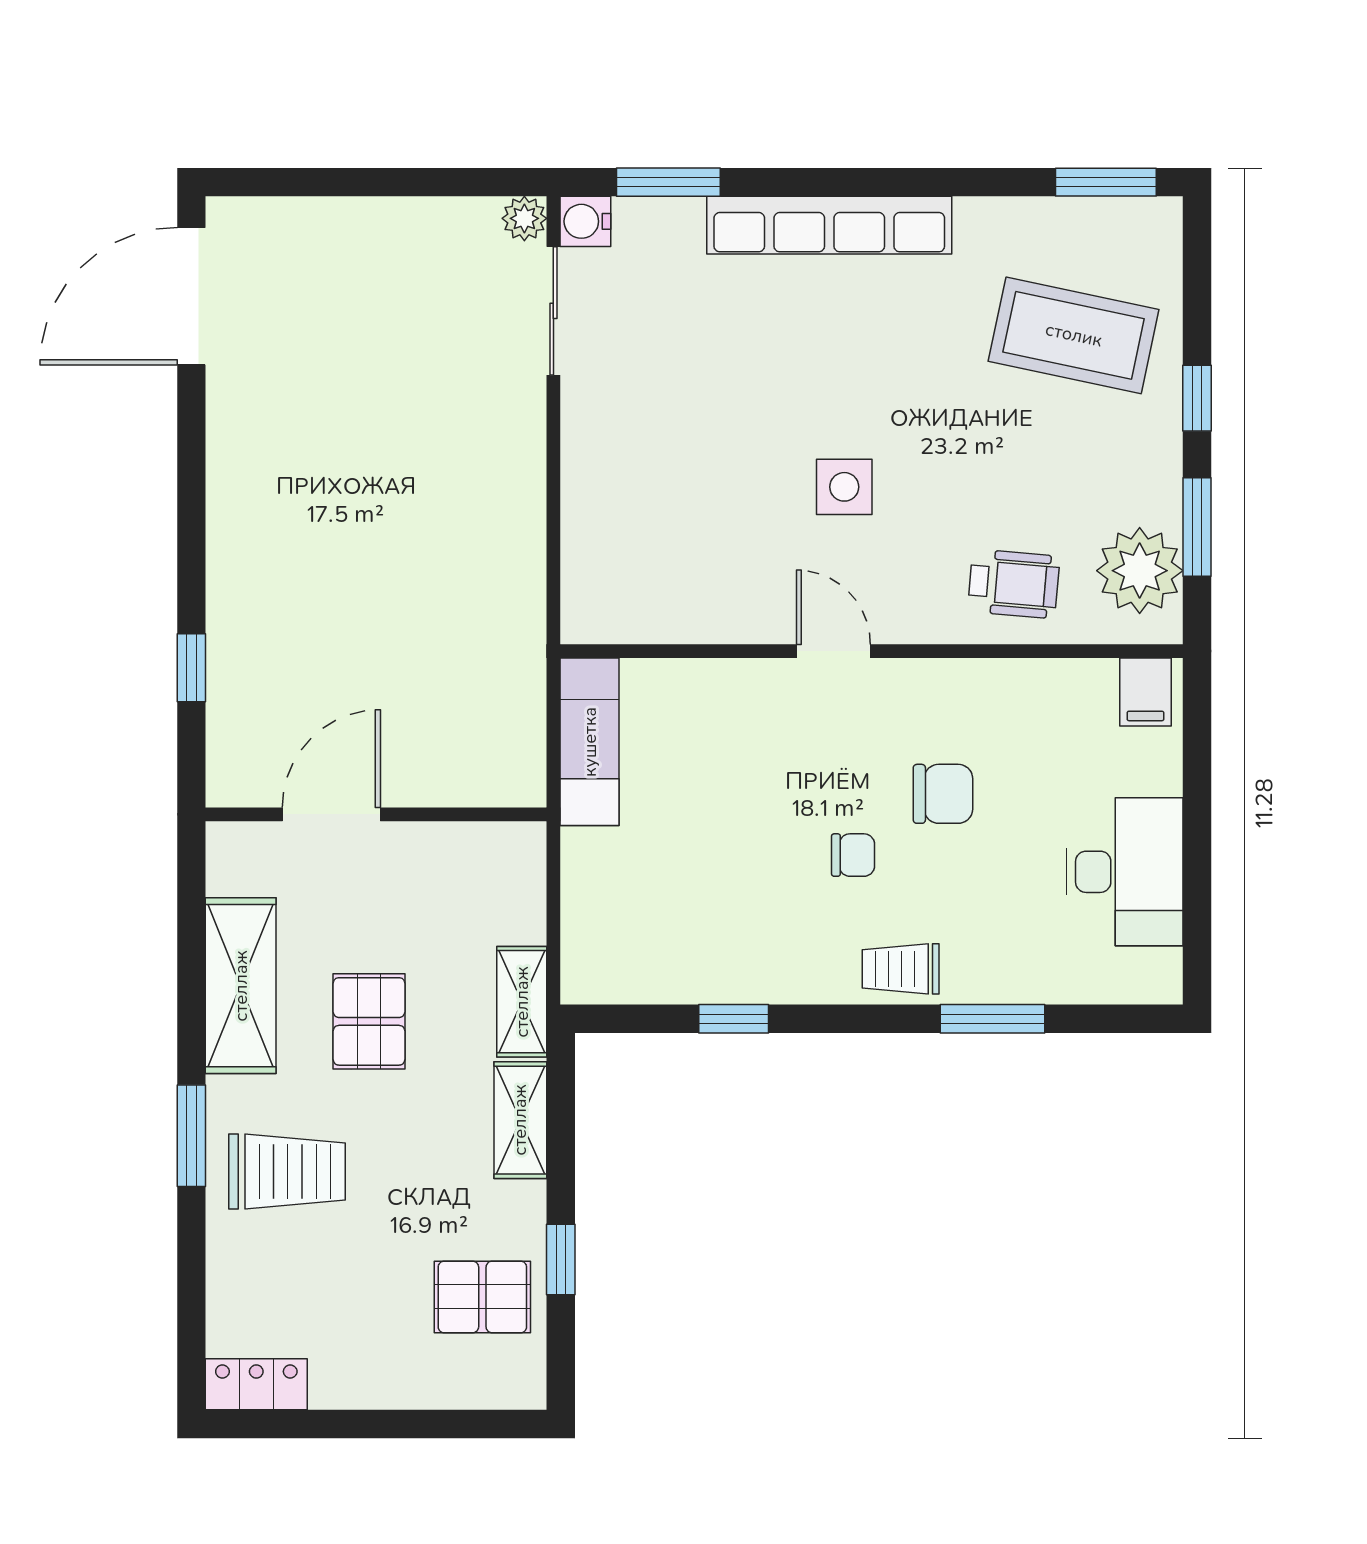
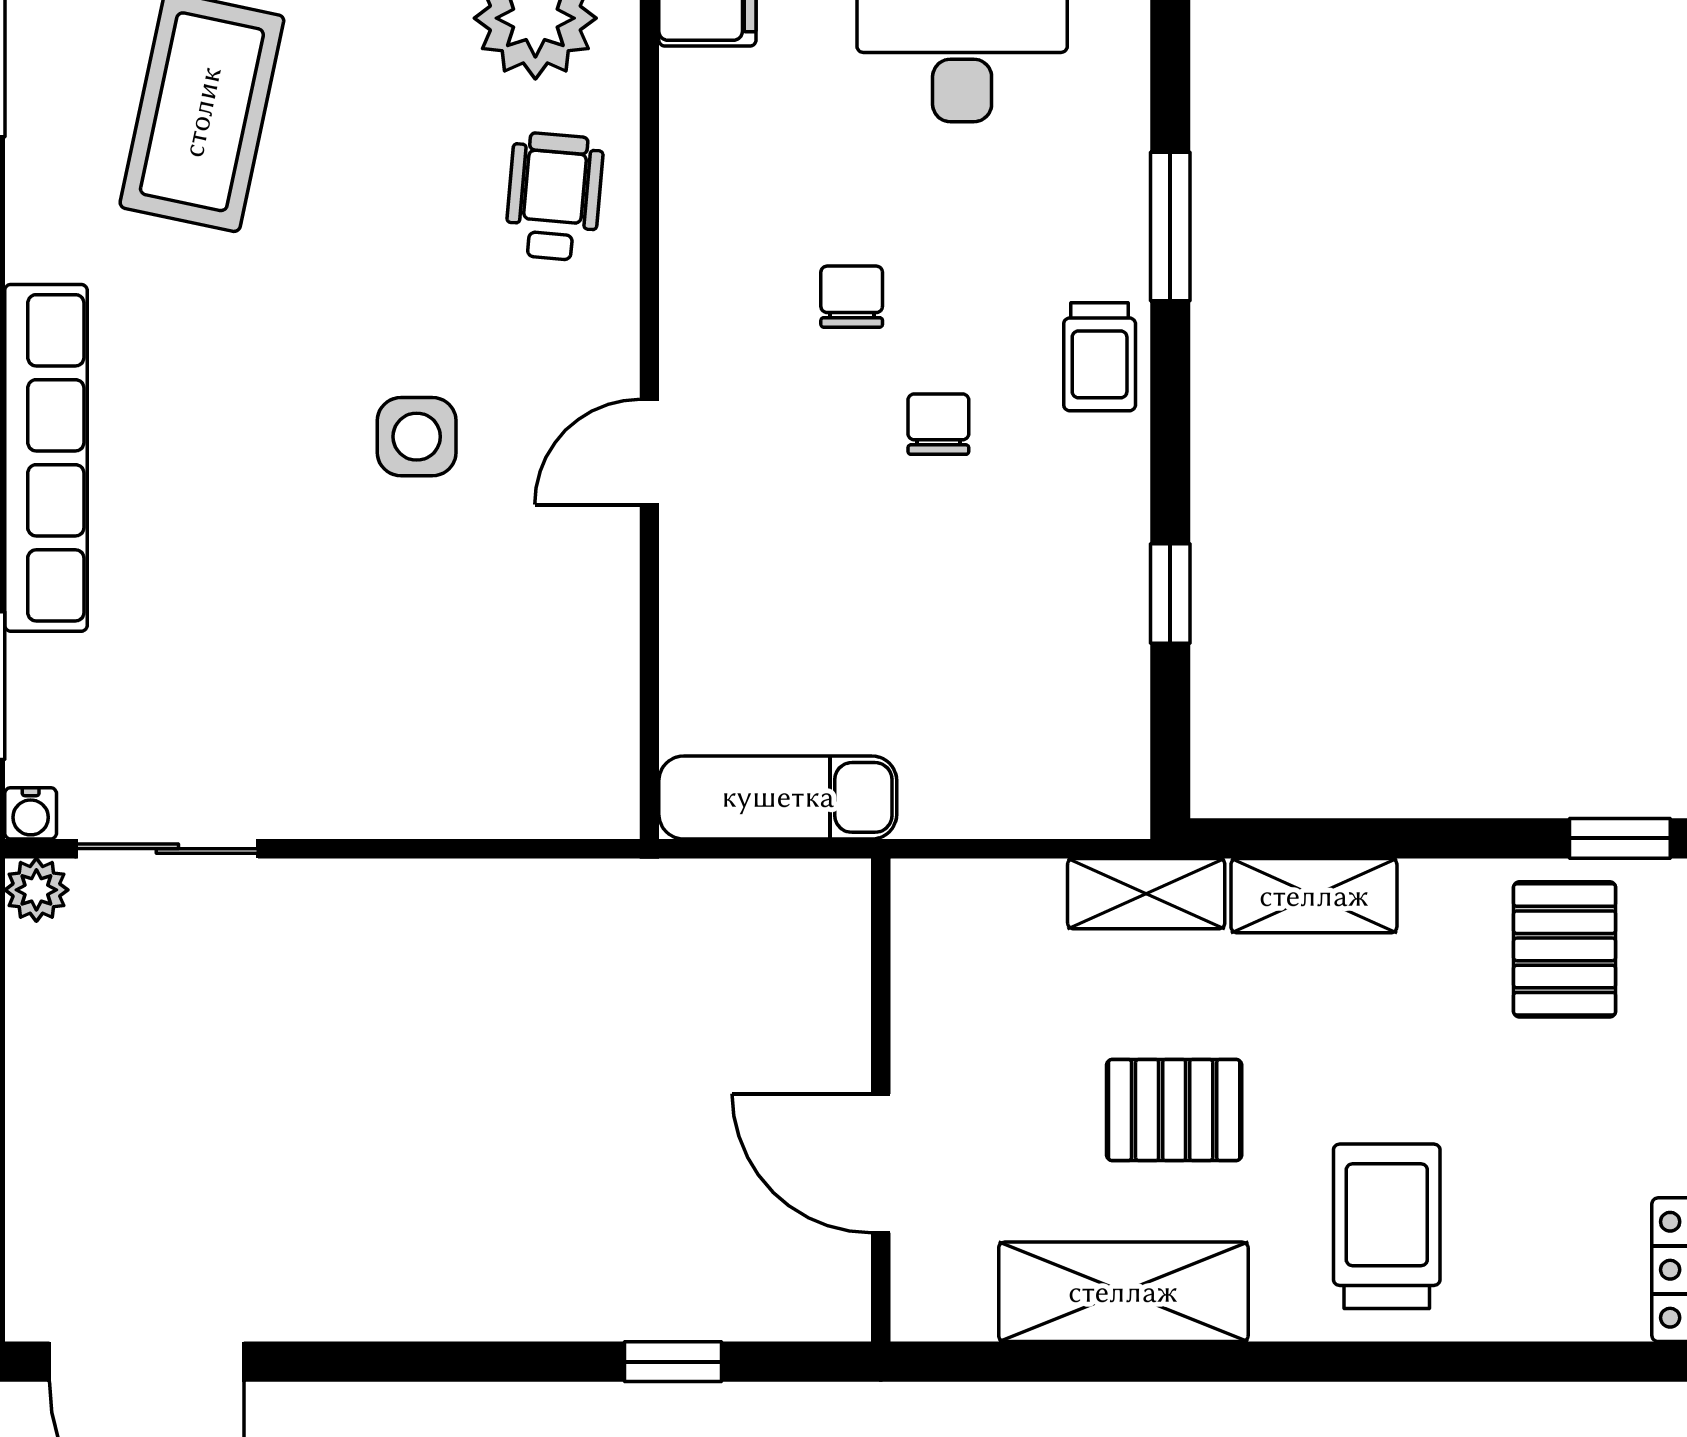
water cooler: (585, 221) -> (31, 813), width x0.72, depth x0.72
chair: (943, 794) -> (852, 297), width x0.73, depth x0.73
window: (191, 1136) -> (1336, 1362), removed
window: (561, 1259) -> (1620, 838), moved

